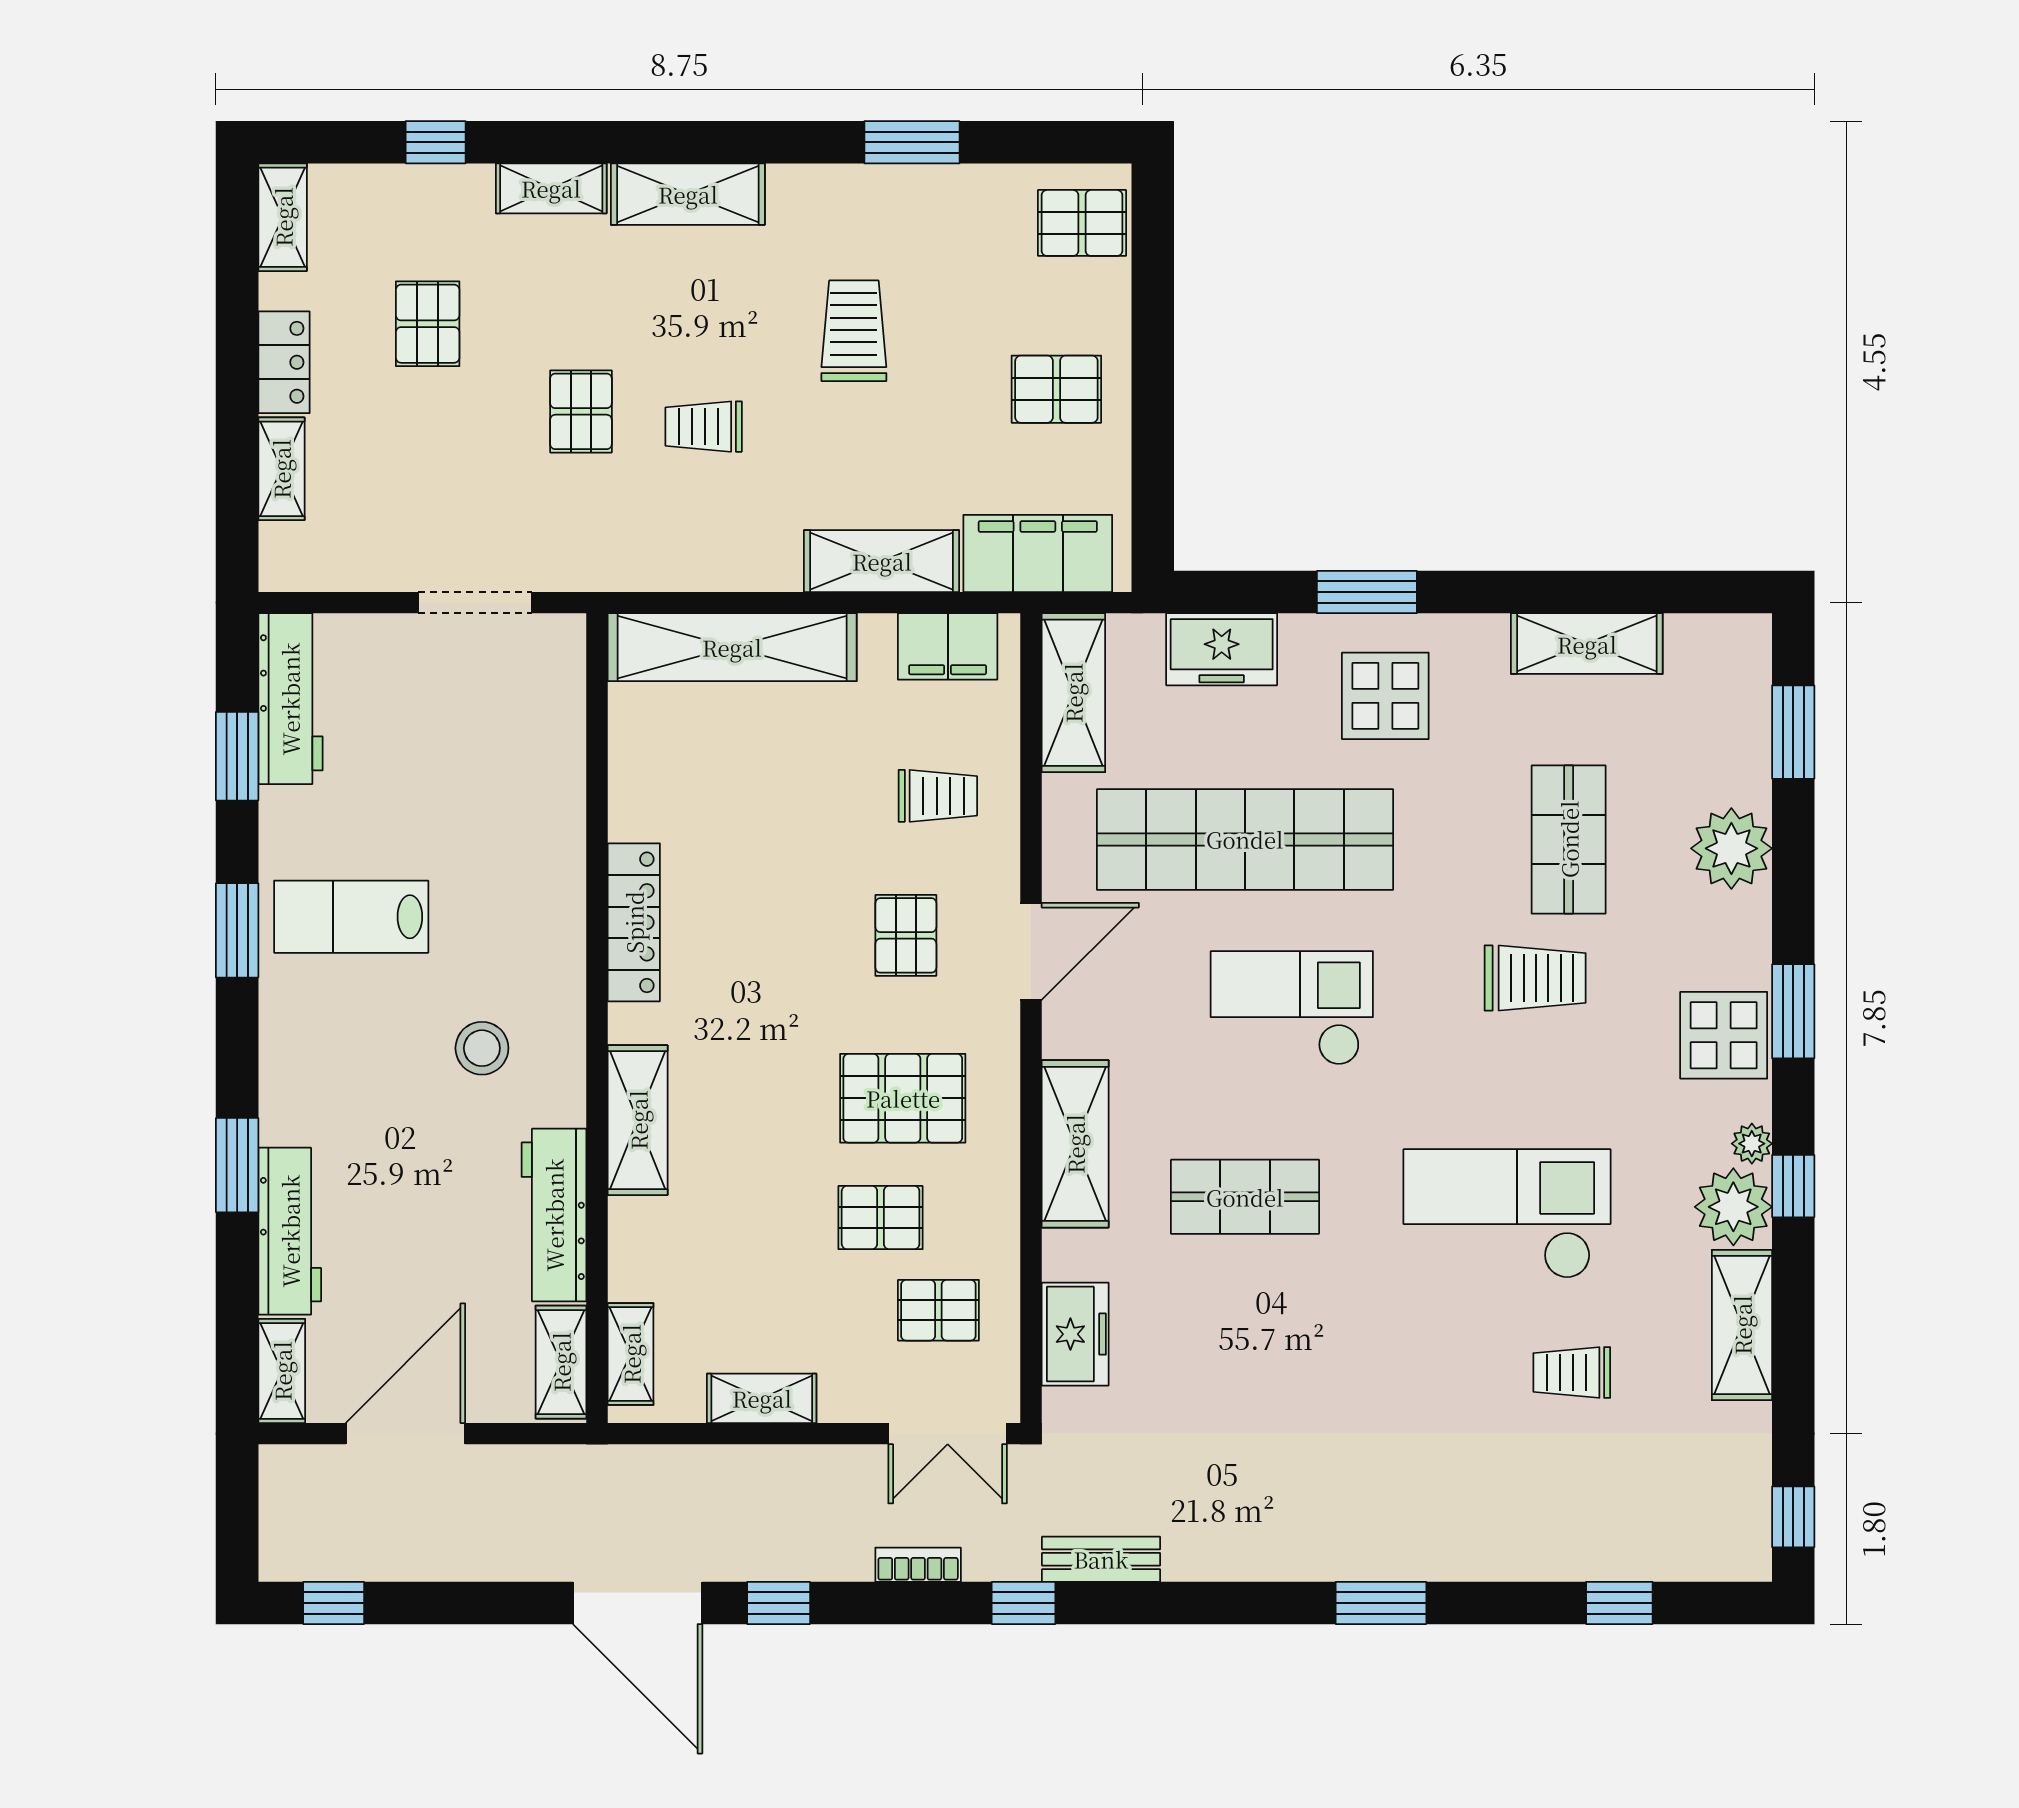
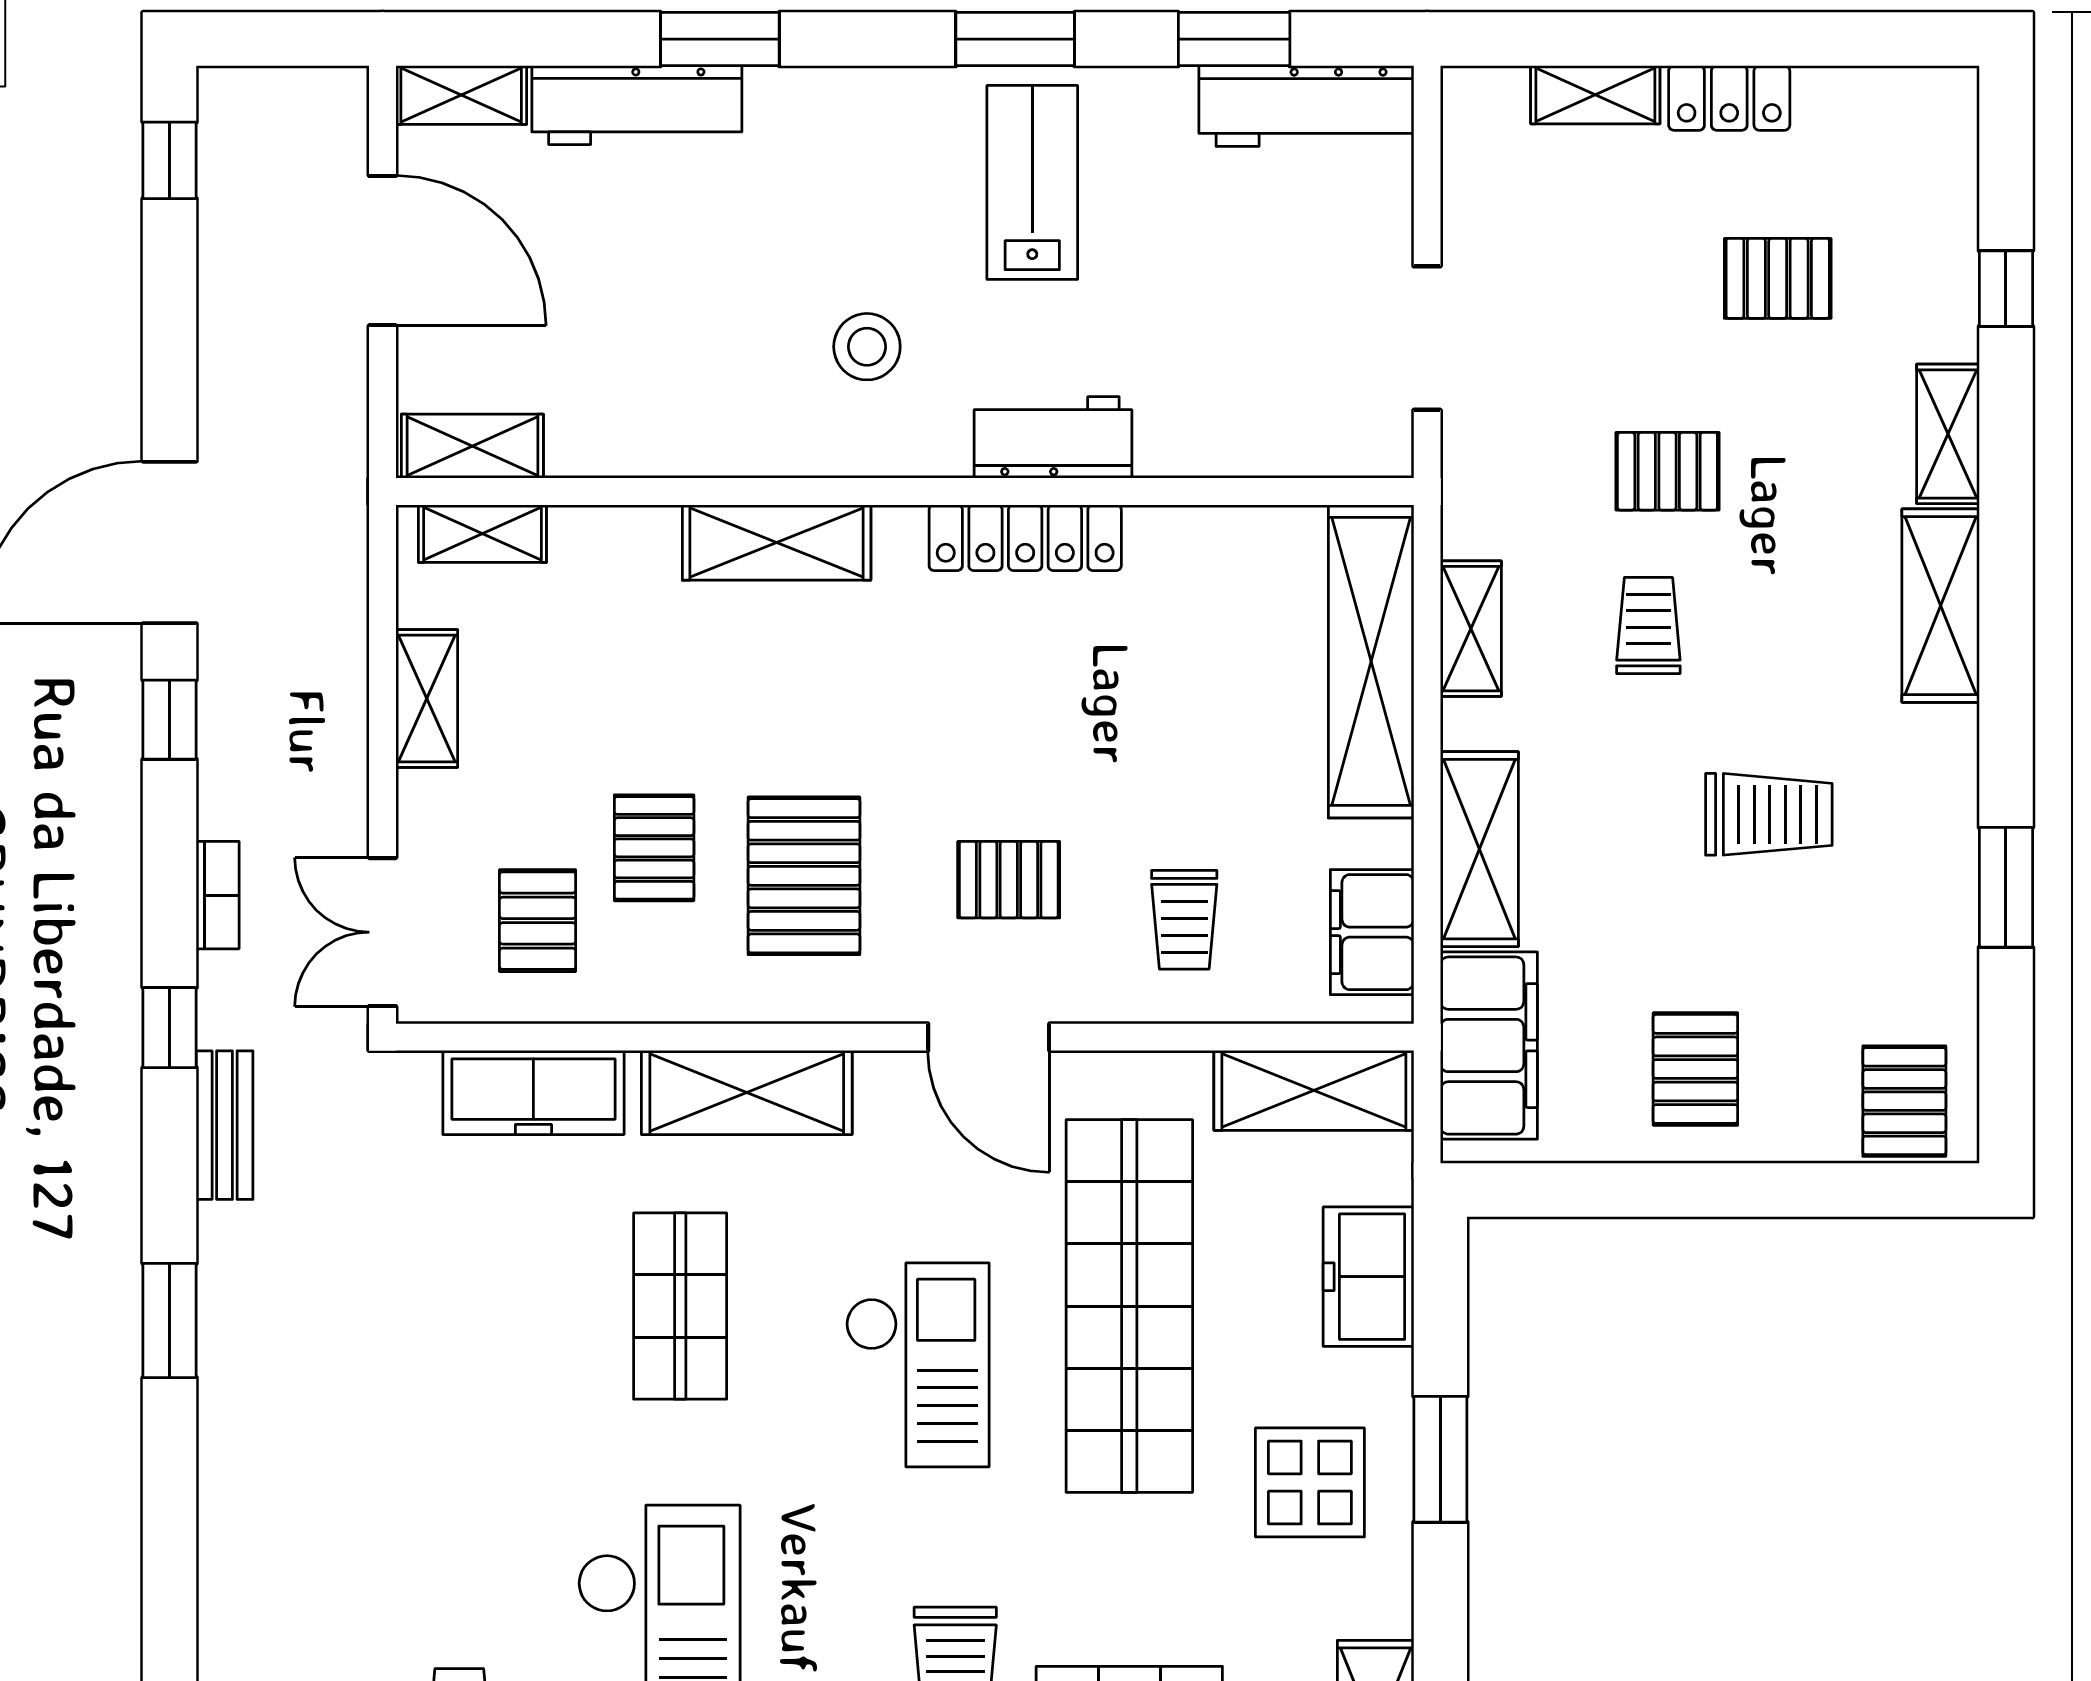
shelving: (283, 217) -> (1471, 629), moved, turned 90
workbench: (554, 1215) -> (1053, 437), moved, width x0.73
freezer: (1075, 1334) -> (533, 1092), width x1.40
window: (1381, 1603) -> (170, 1320), moved

